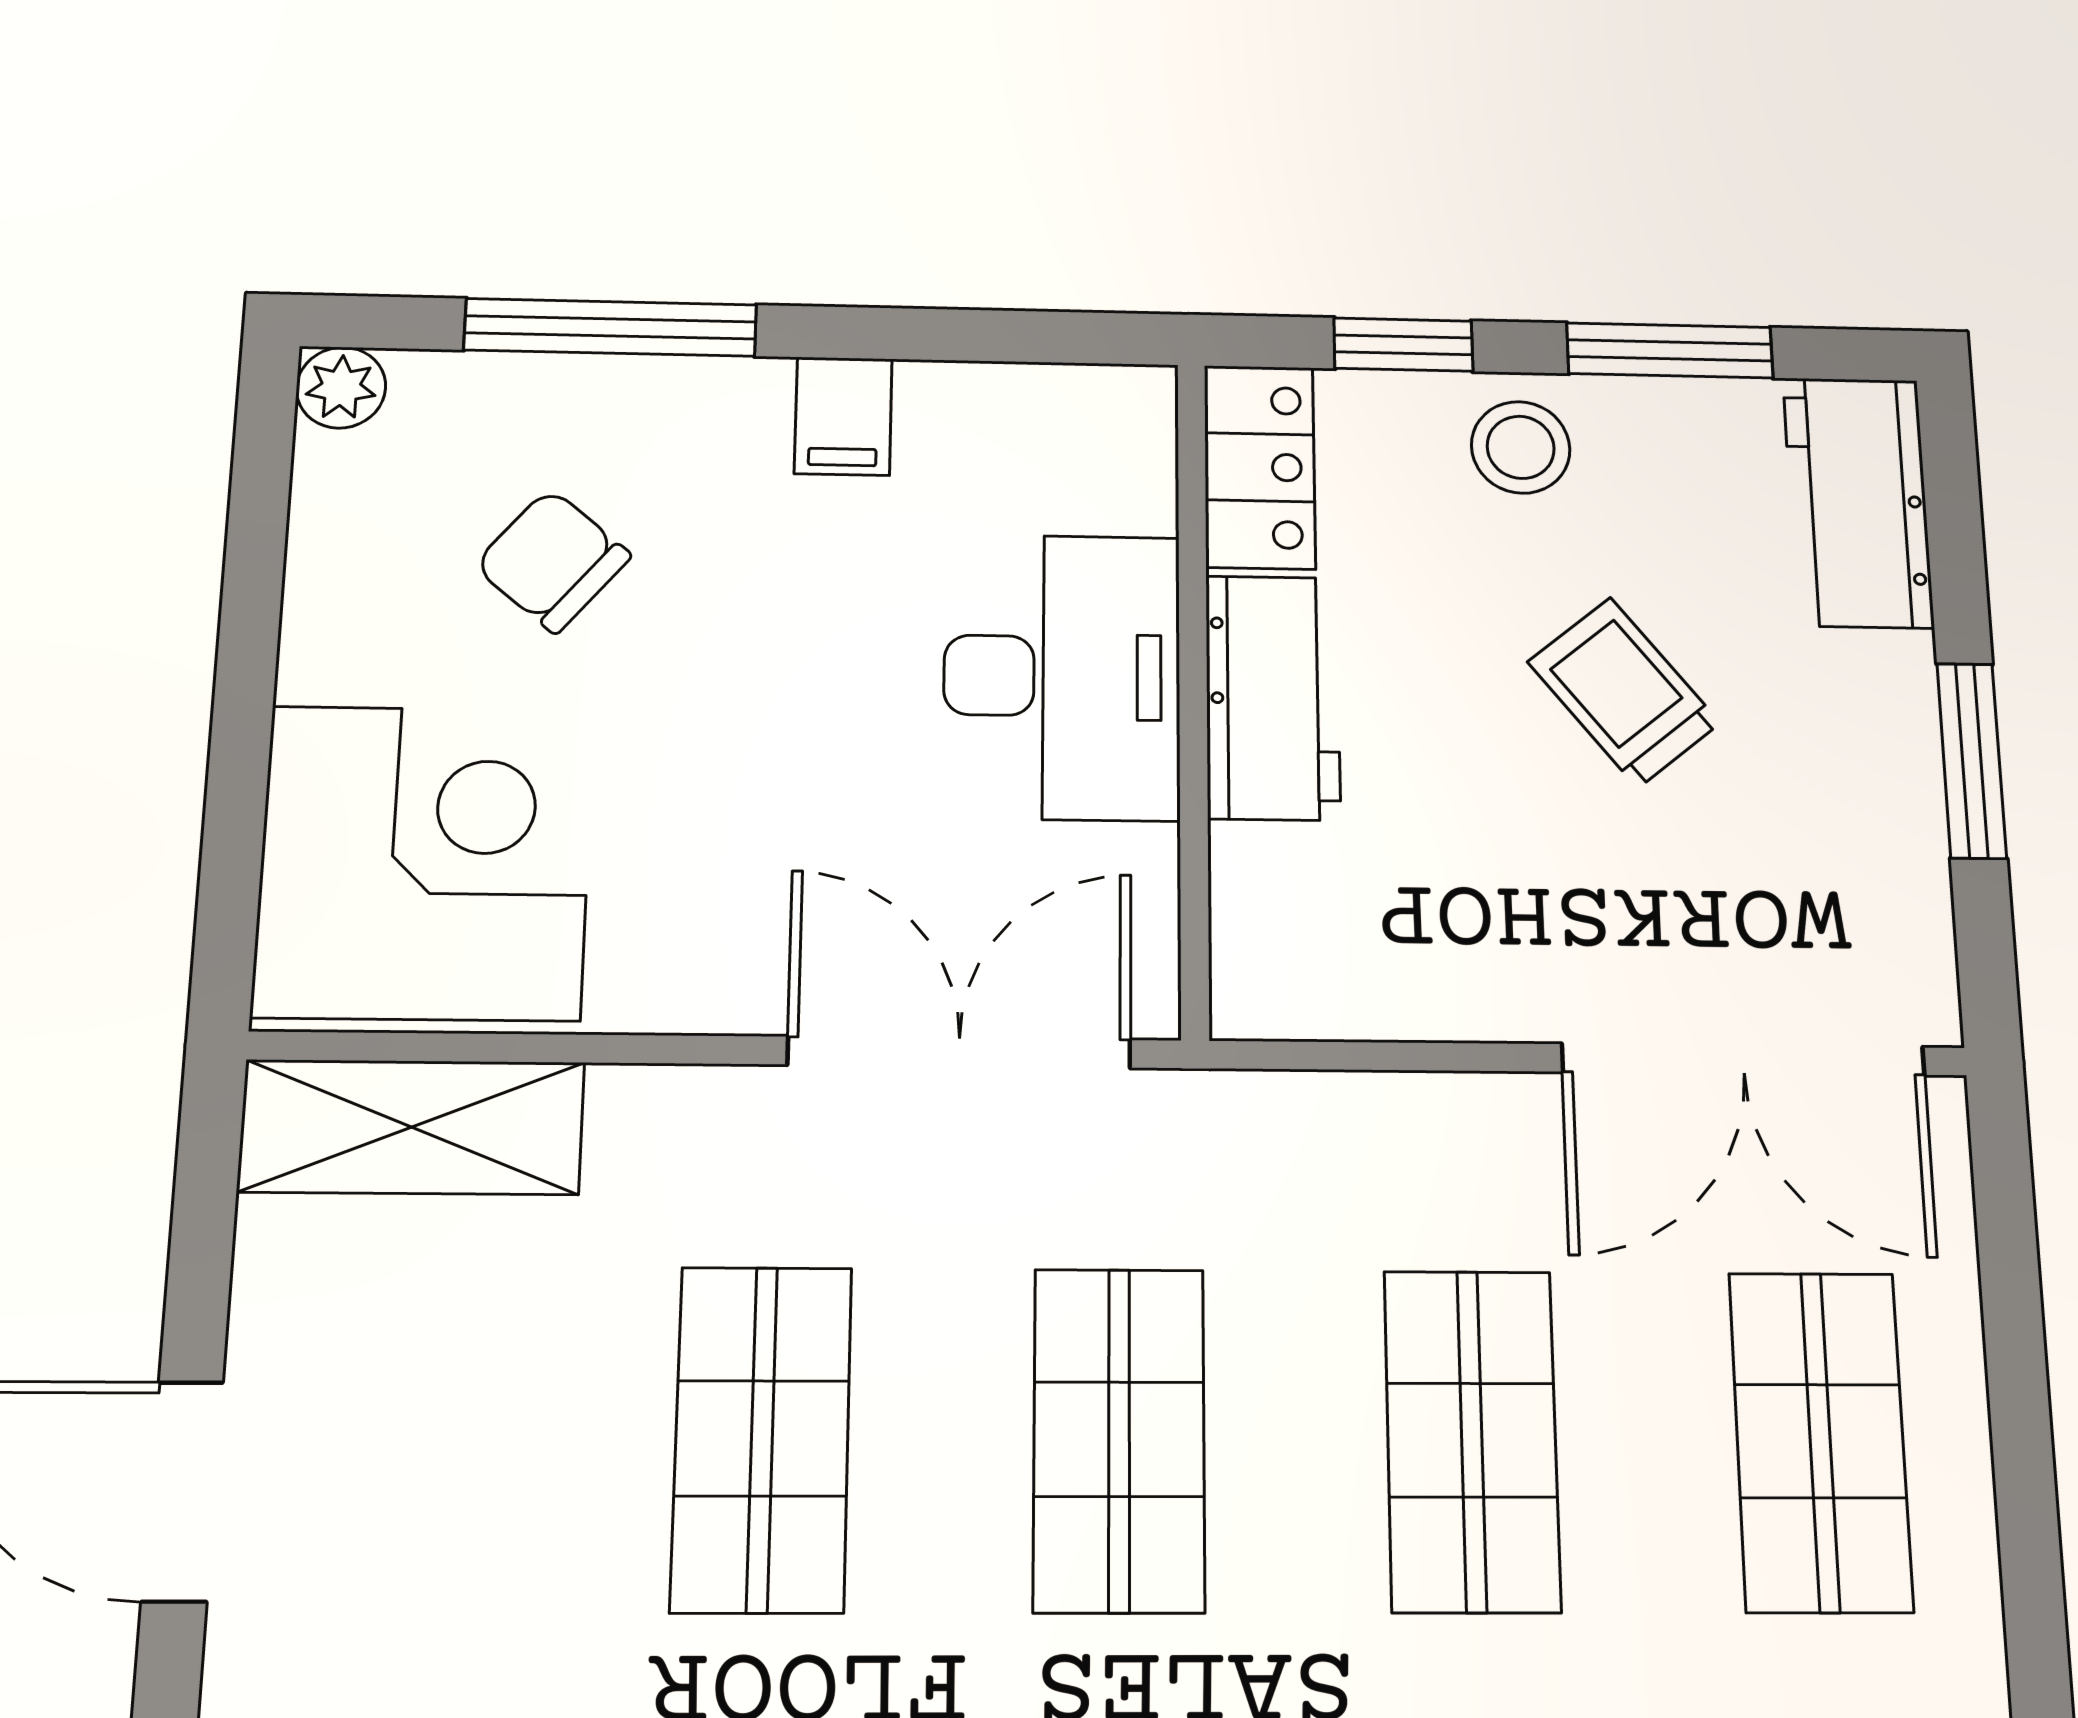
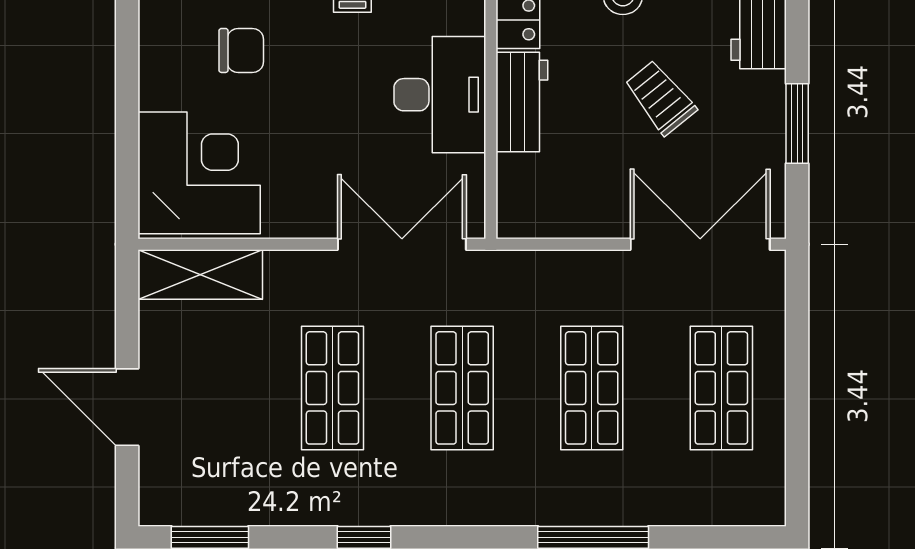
chair: (552, 561) -> (241, 50), turned 140
double door: (1743, 1060) -> (700, 244), swing flipped

